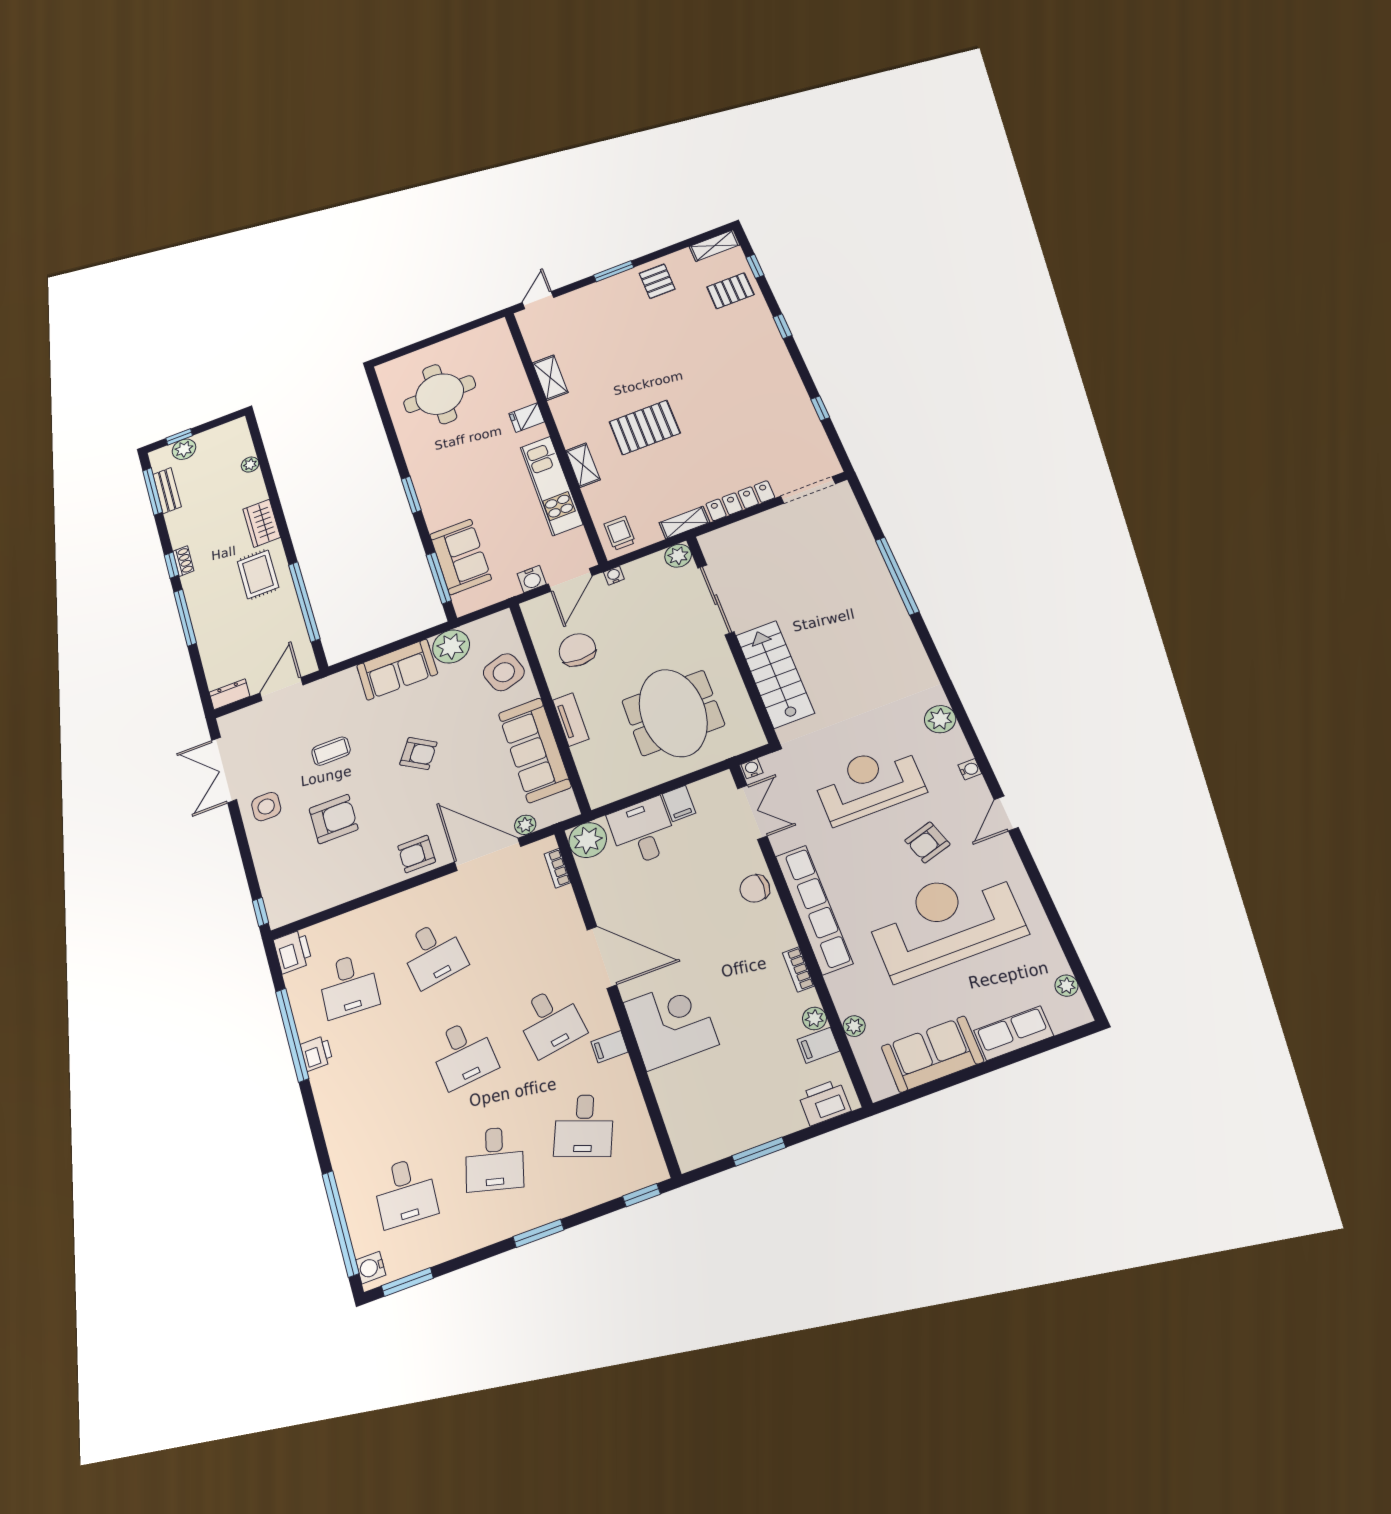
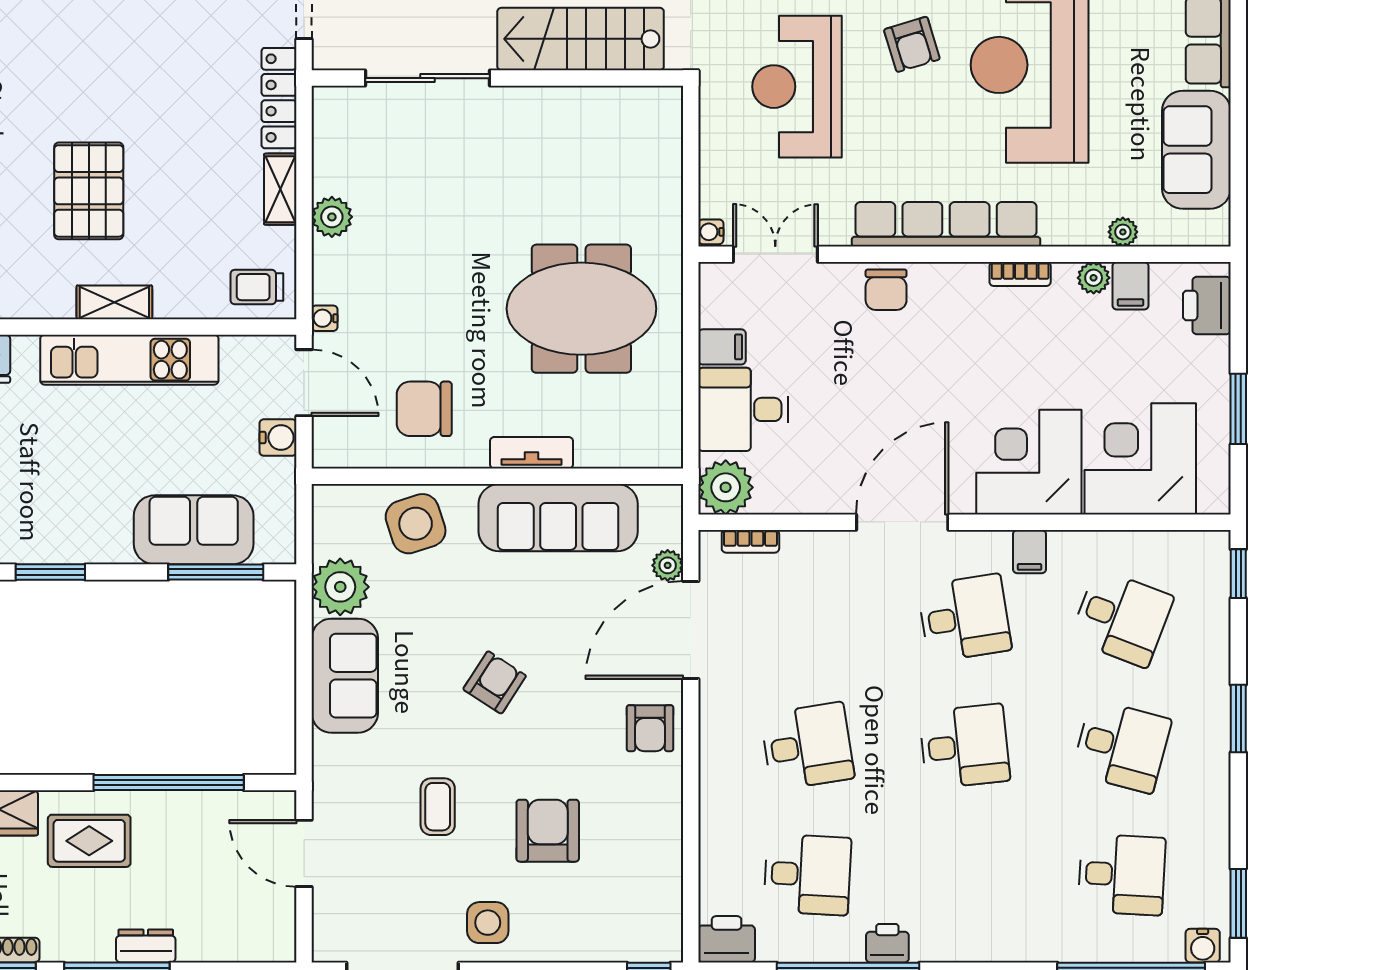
sliding door: (716, 600) -> (428, 78), moved
wall: (731, 637) -> (497, 78), moved
stairs: (775, 674) -> (581, 39), moved
dresser: (229, 694) -> (146, 946), moved, turned 90
corner desk: (699, 1097) -> (1140, 459), added

